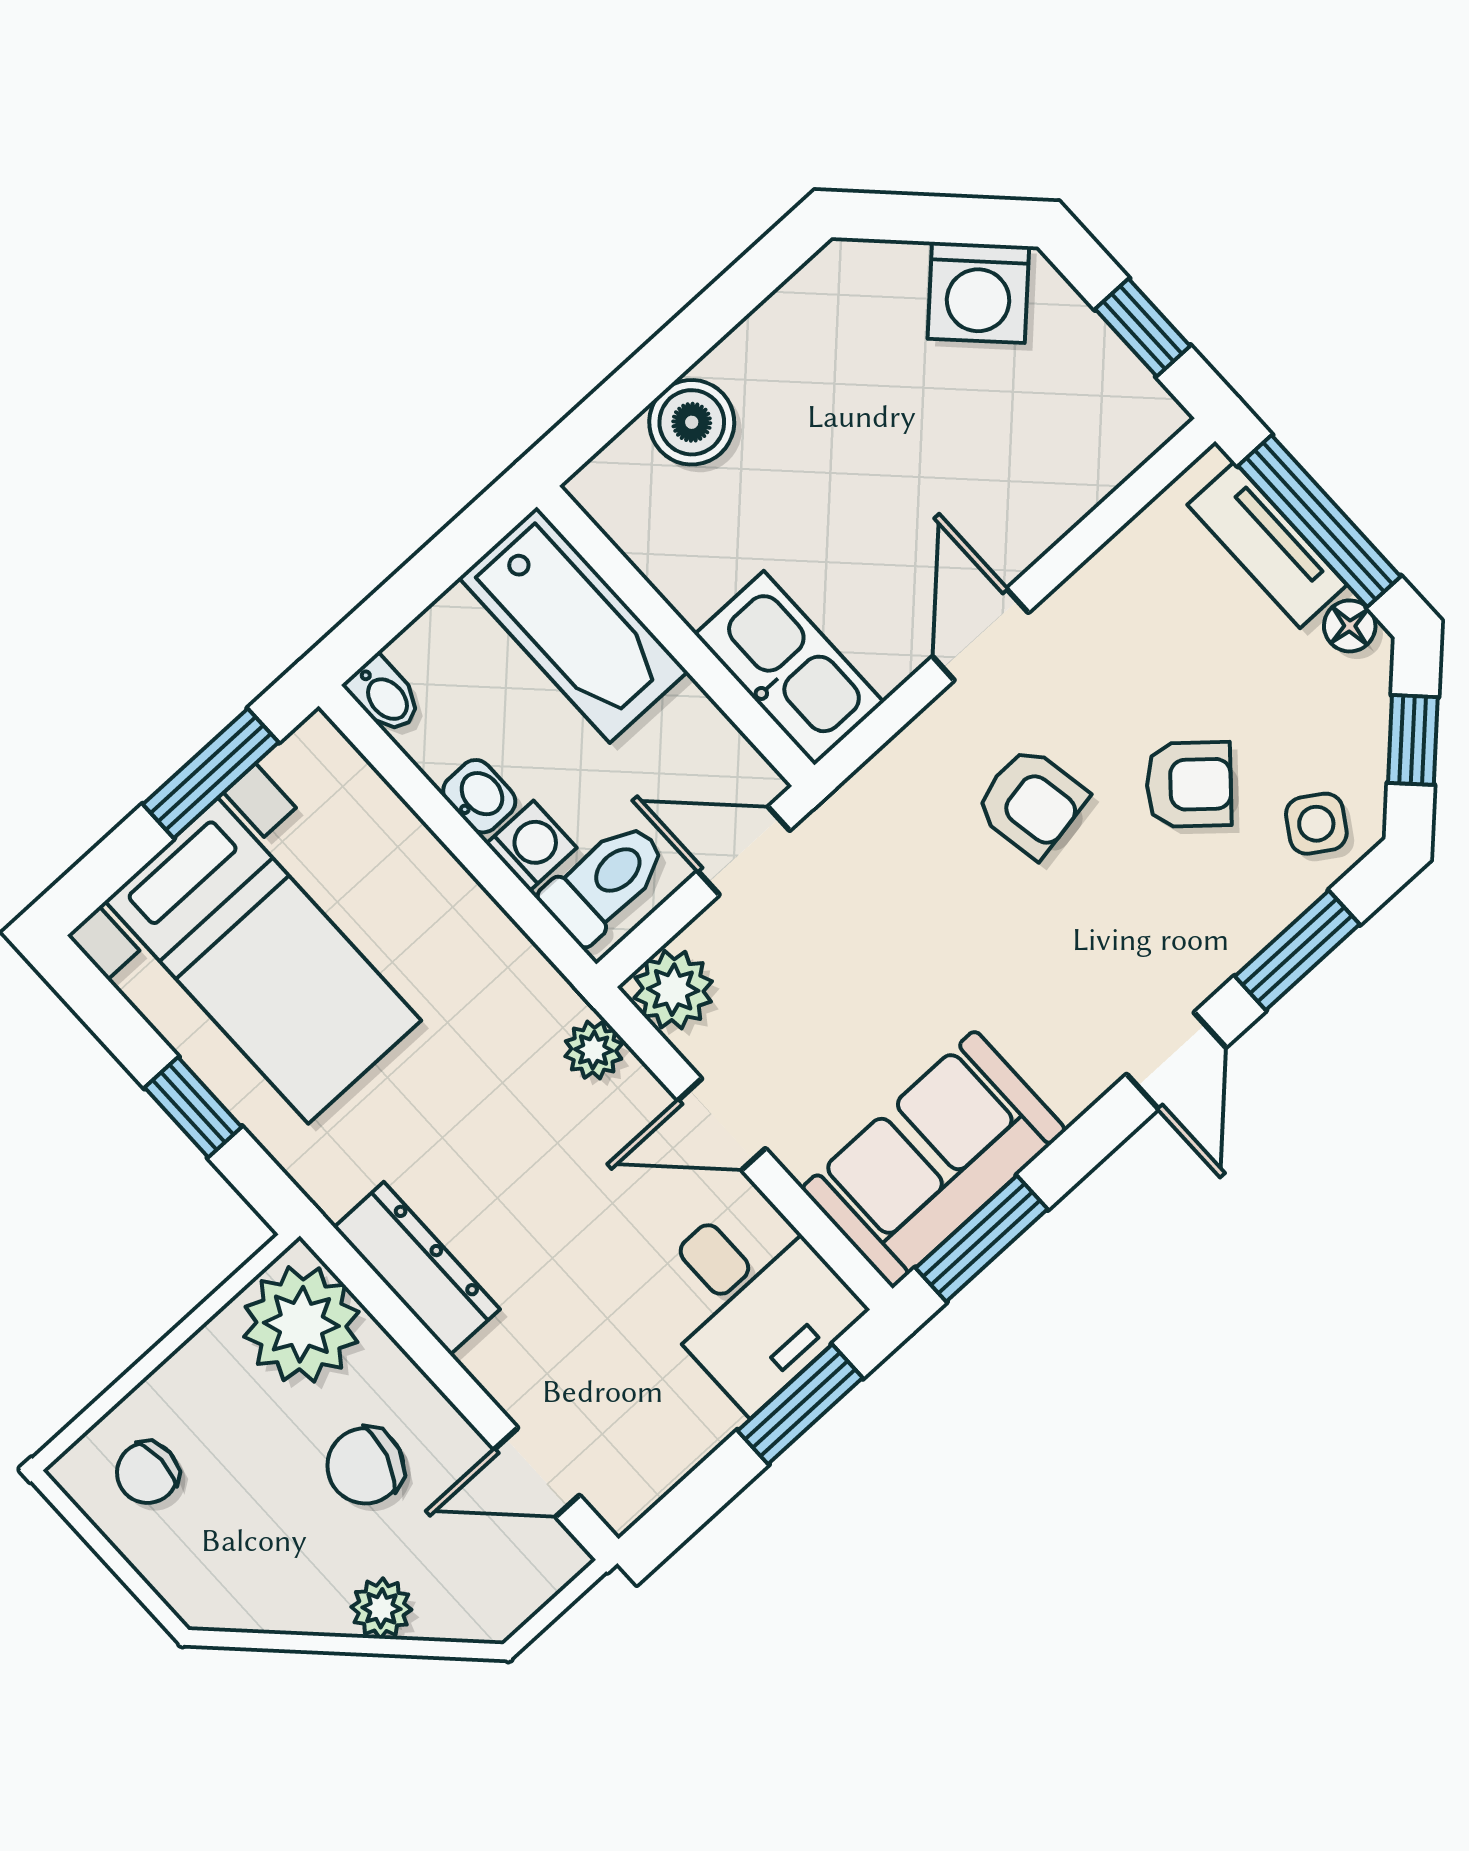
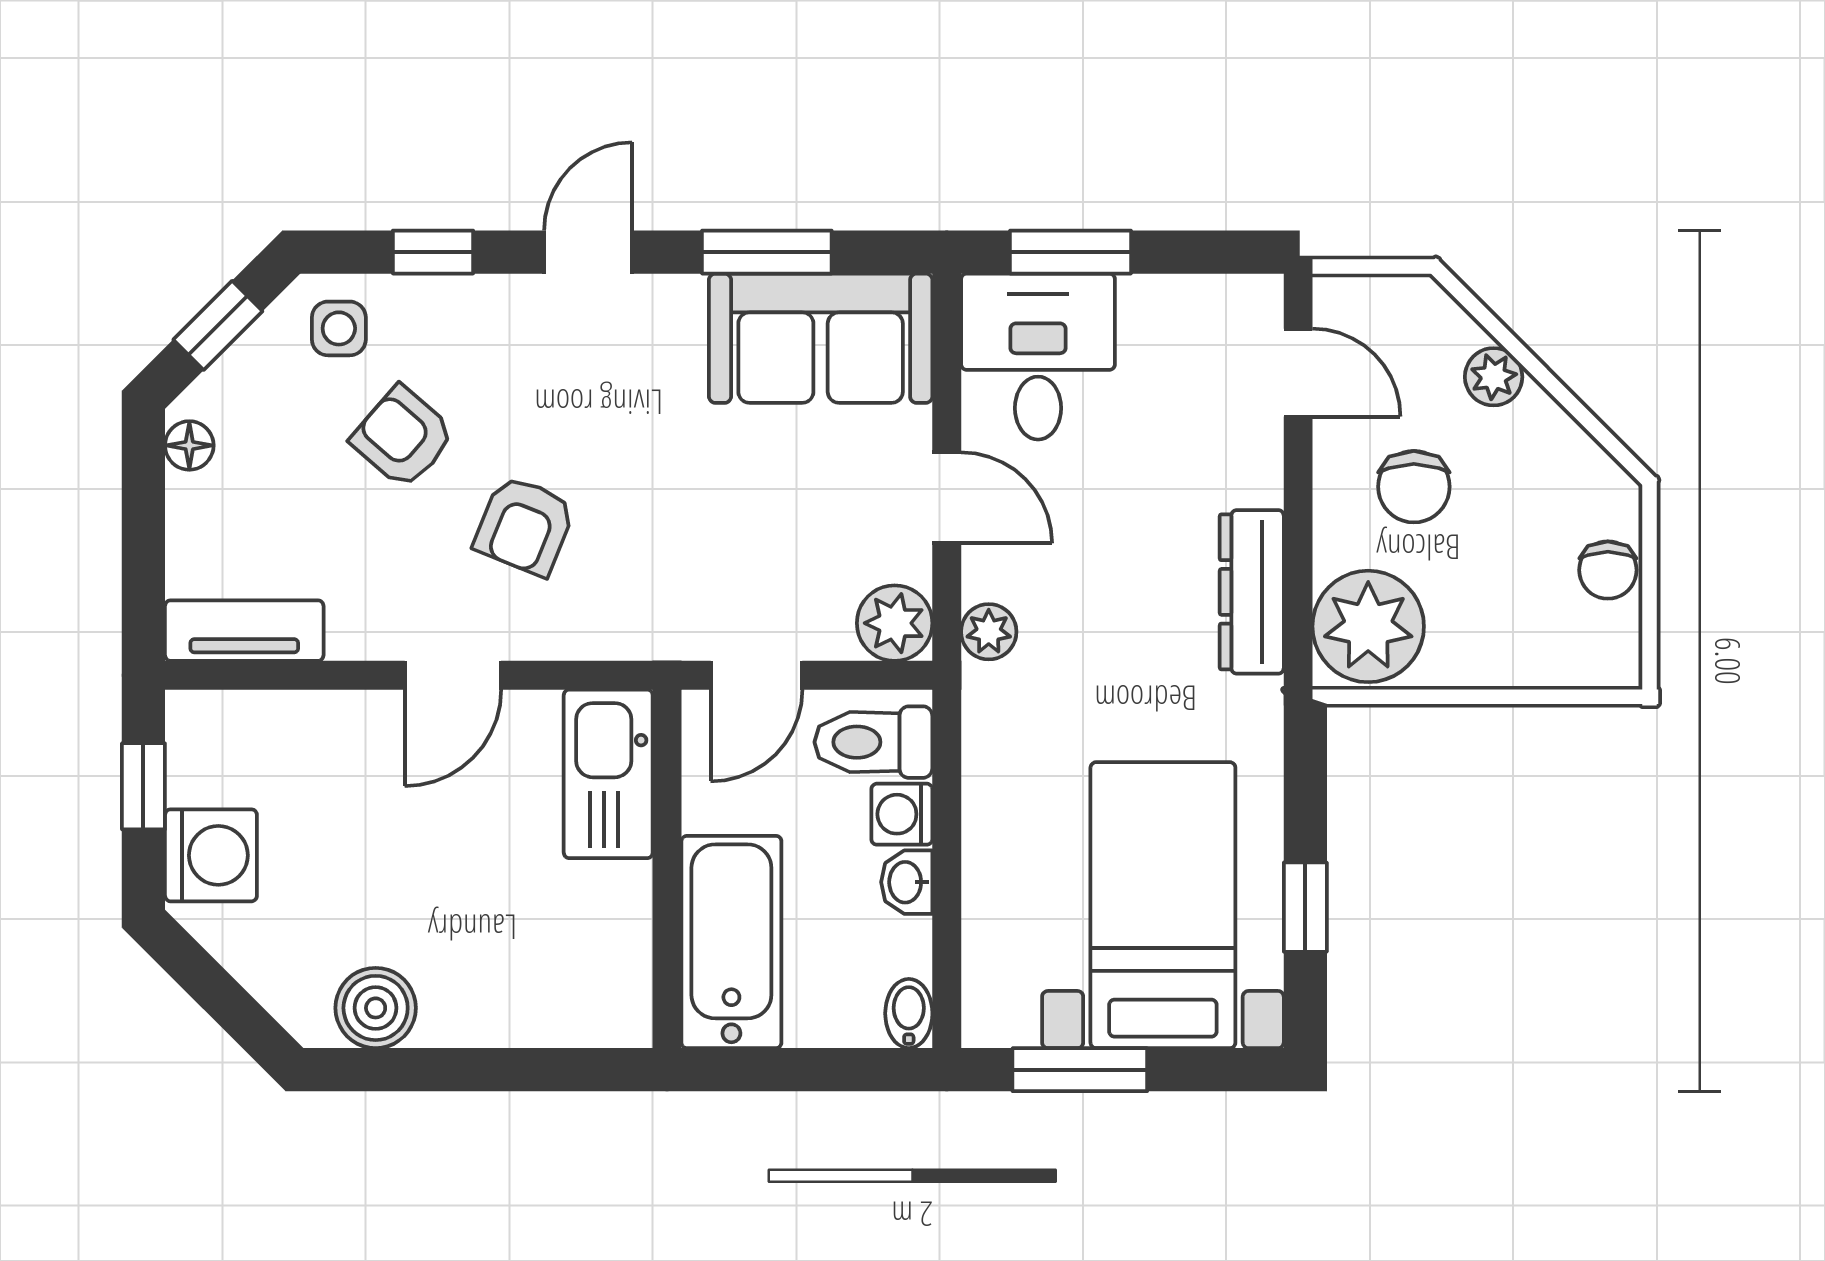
washing machine: (978, 292) -> (211, 855), moved, turned 45
boiler: (692, 422) -> (376, 1008), moved
window: (1319, 521) -> (143, 538), removed
tv unit: (1267, 545) -> (244, 631), moved, turned -90
armchair: (1031, 802) -> (525, 526), turned -148
side table: (1316, 824) -> (339, 328), turned -33
door: (744, 851) -> (757, 675), hinge flipped
window: (1297, 950) -> (433, 252), width x0.67
window: (193, 1107) -> (1305, 907), moved
window: (982, 1239) -> (767, 252), moved
chair: (365, 1466) -> (1414, 487), turned 73
chair: (147, 1473) -> (1608, 570), moved, turned 90

